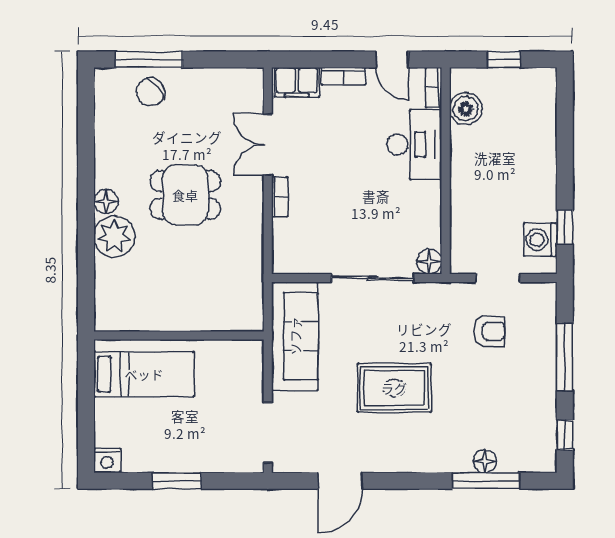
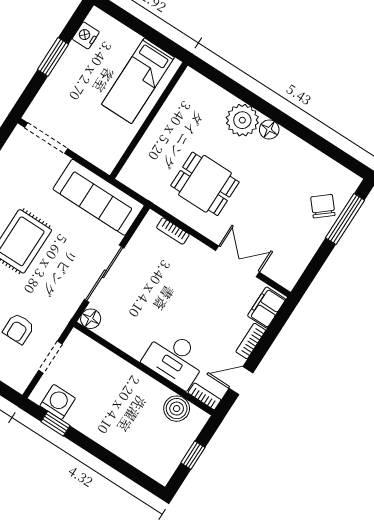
dining table: (185, 195) -> (205, 184), moved, turned 90
bookcase: (280, 197) -> (173, 231), moved
nightstand: (107, 461) -> (86, 35), moved

